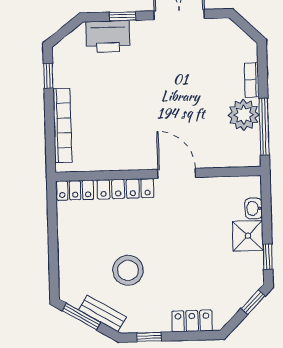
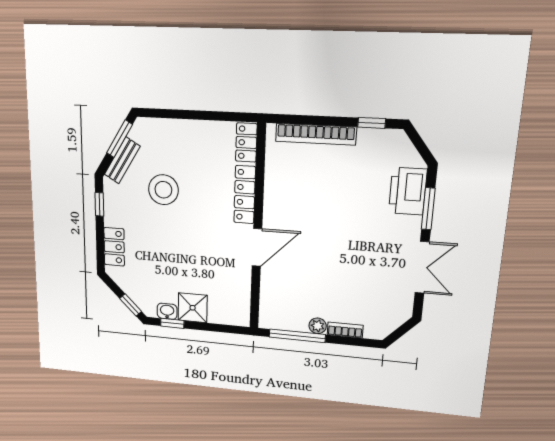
window: (123, 16) -> (428, 209), width x1.50
plant: (244, 115) -> (318, 326), width x0.53, depth x0.53
washbasin: (254, 208) -> (167, 311), moved

